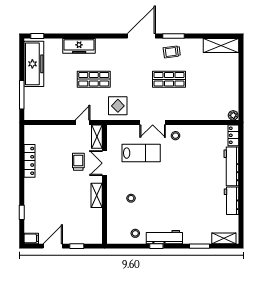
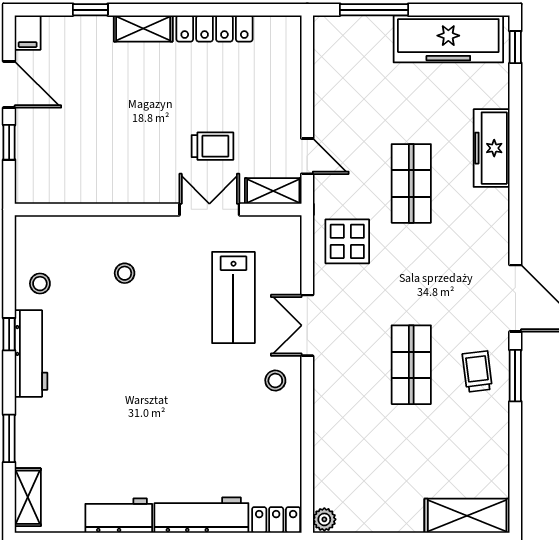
shelving: (221, 45) -> (467, 516), moved, turned 90
shelving: (97, 195) -> (143, 29), moved

